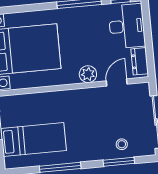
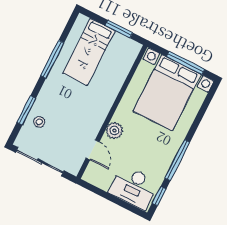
dresser: (140, 61) -> (98, 180), removed

